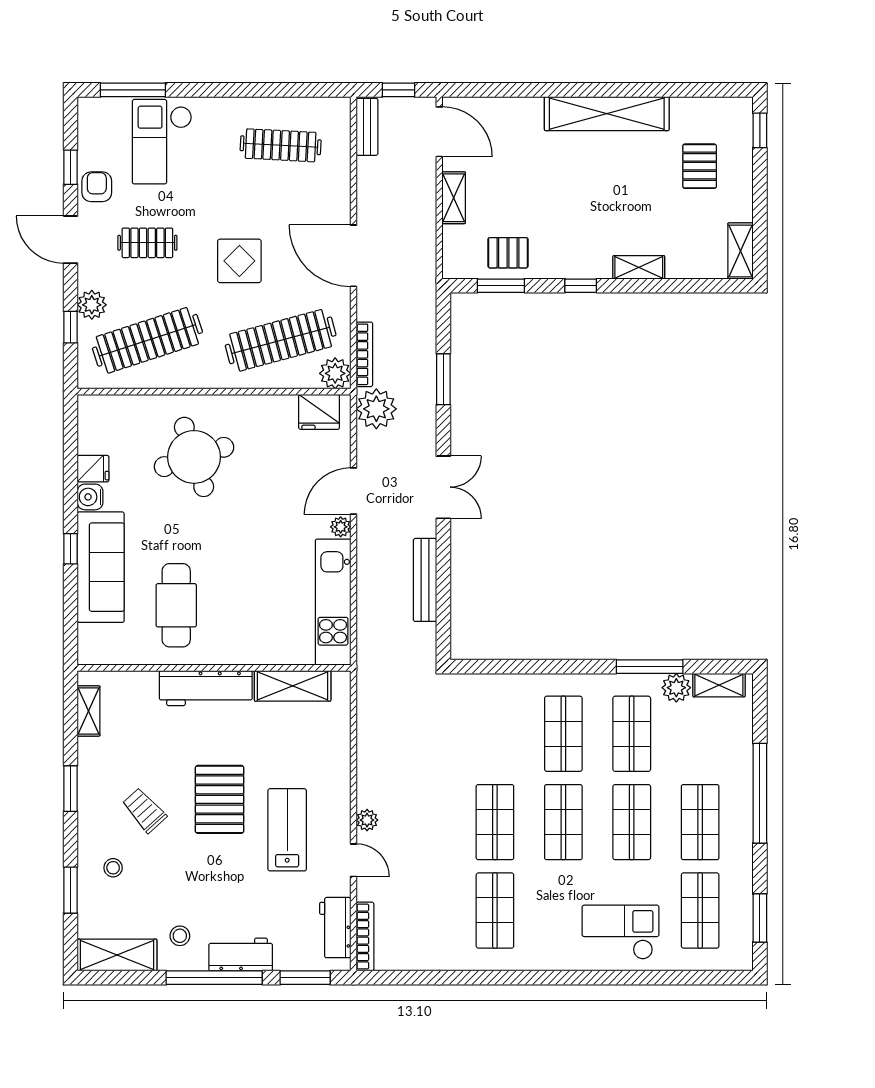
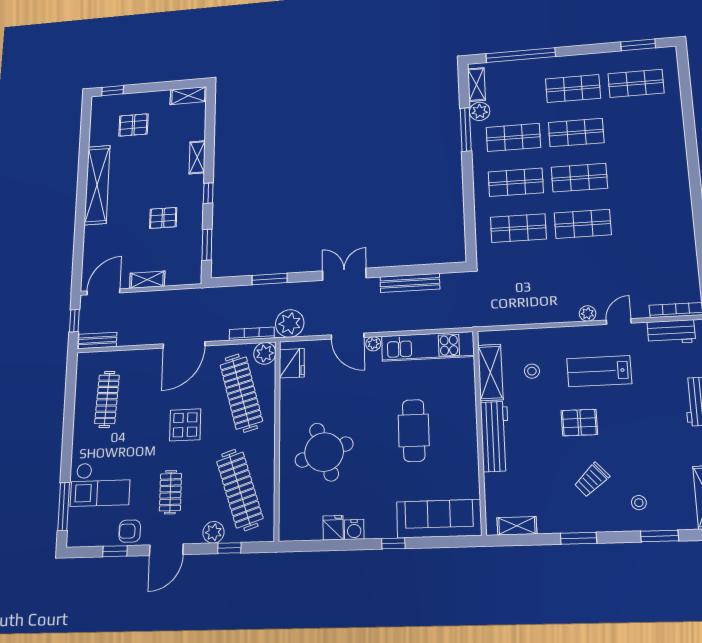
pallet: (508, 253) -> (163, 218), moved, turned 90
sofa: (101, 567) -> (439, 519), moved
cafe table: (176, 605) -> (414, 430), moved, turned 90
window: (760, 793) -> (521, 55), moved
pallet: (220, 799) -> (579, 423), width x0.67, depth x0.71
shop shelf: (495, 910) -> (518, 228), moved
checkout: (621, 932) -> (656, 134), removed
stool: (180, 936) -> (532, 371), moved

